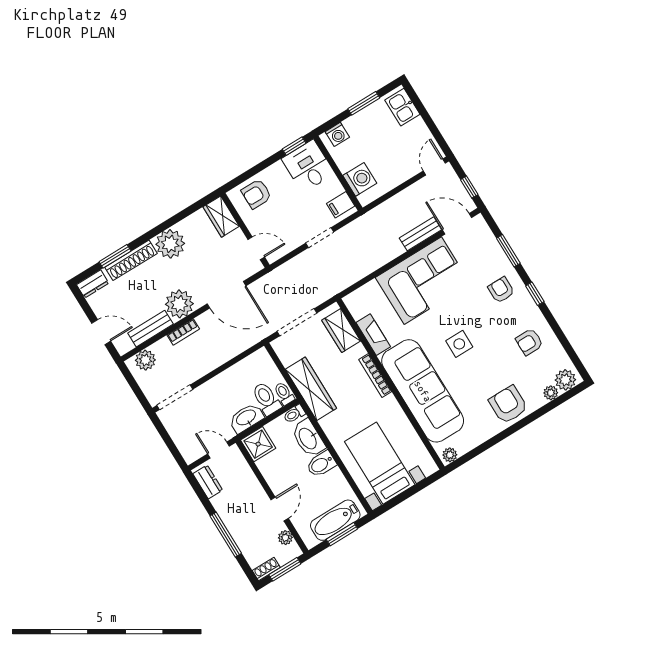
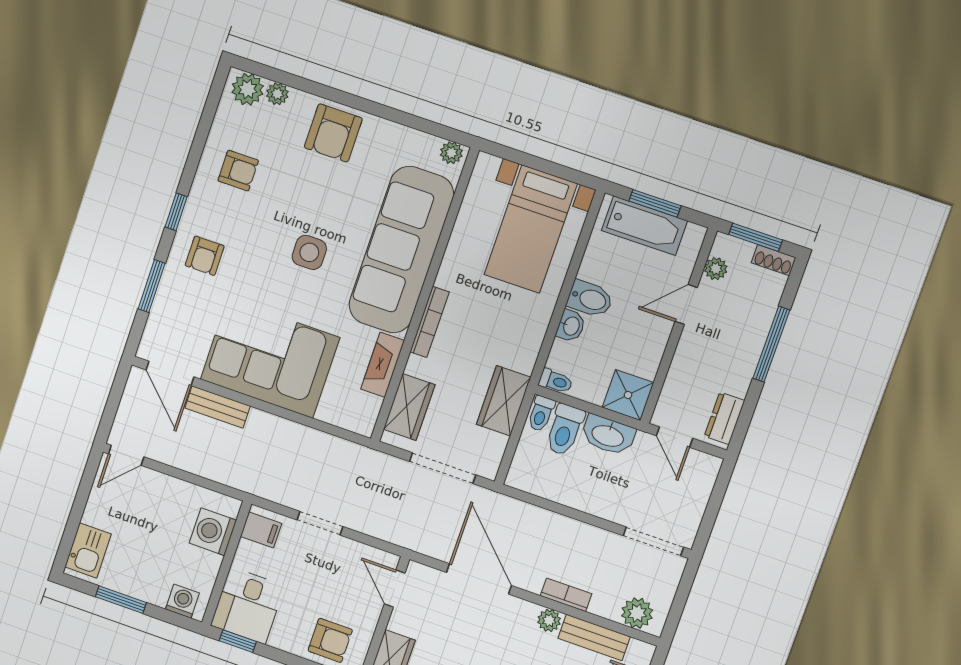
window: (469, 187) -> (116, 395), removed
plant: (179, 304) -> (549, 620), width x0.53, depth x0.53
wardrobe: (311, 389) -> (504, 401), width x0.67
washbasin: (308, 438) -> (571, 326), width x0.52, depth x0.69

